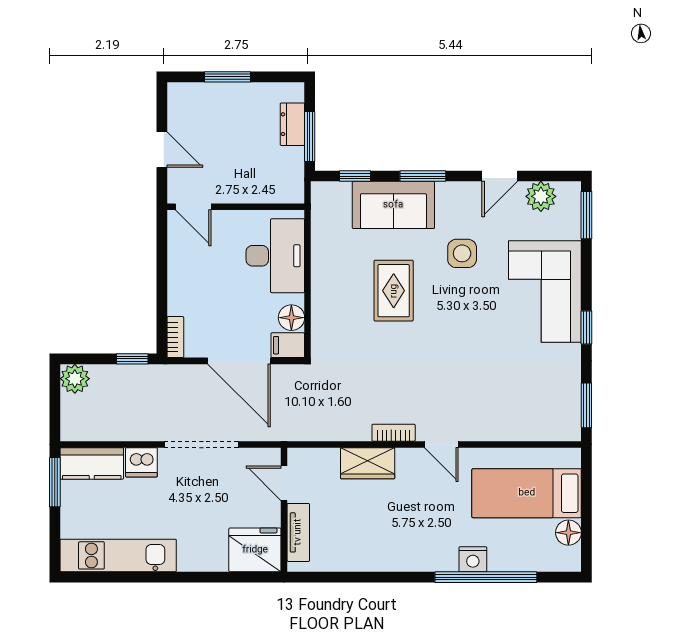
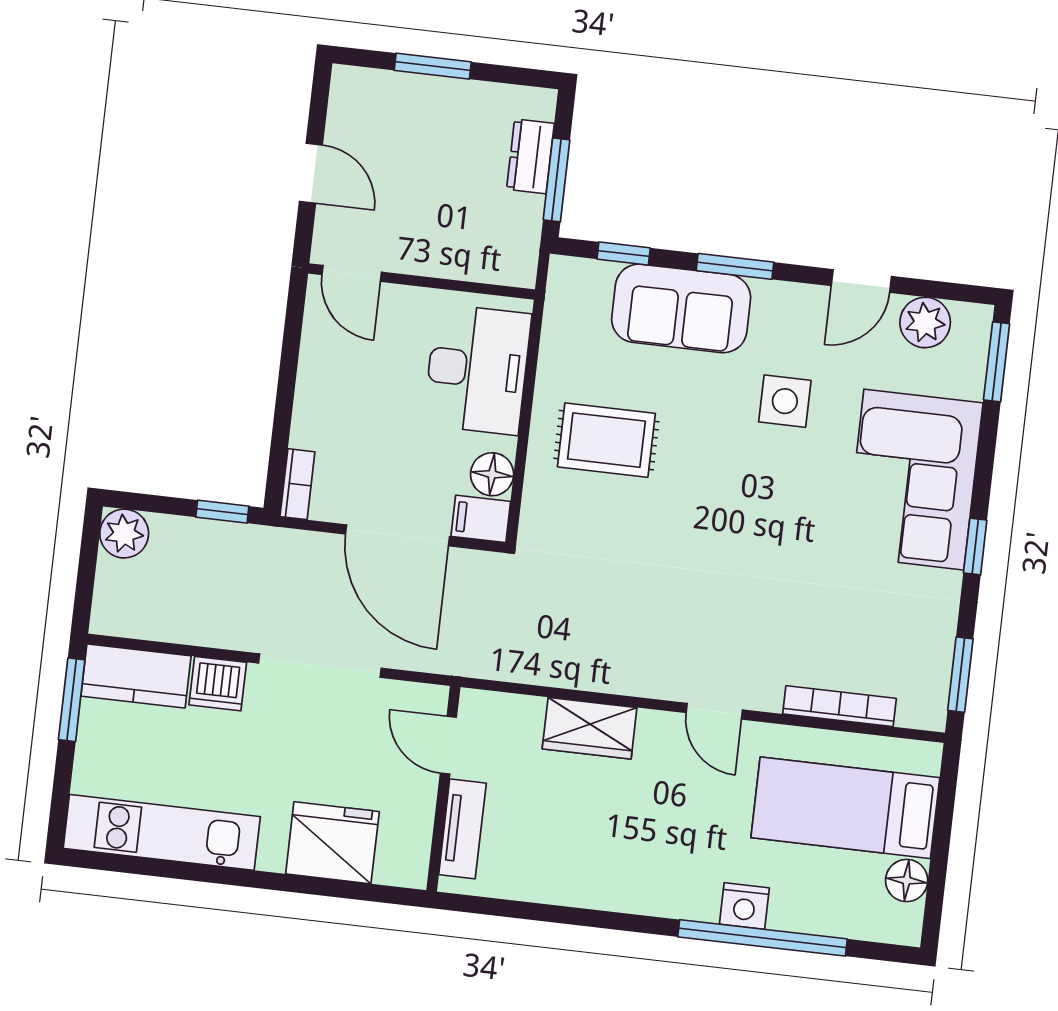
rug: (394, 291) -> (606, 440), moved, turned 90
bookcase: (394, 433) -> (839, 706), moved, width x1.56
fridge: (255, 550) -> (332, 843), moved

